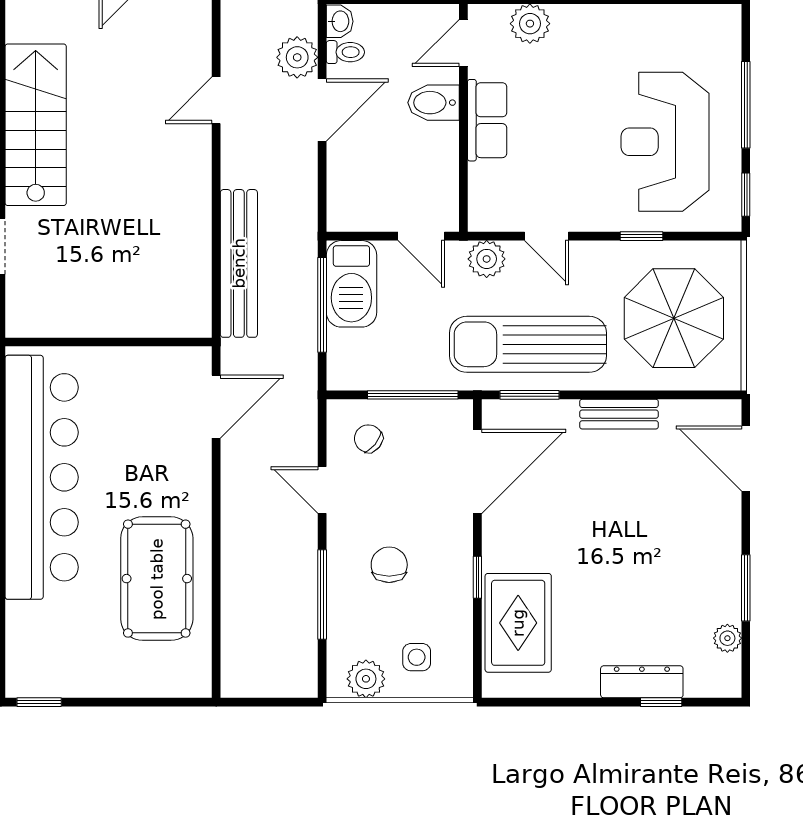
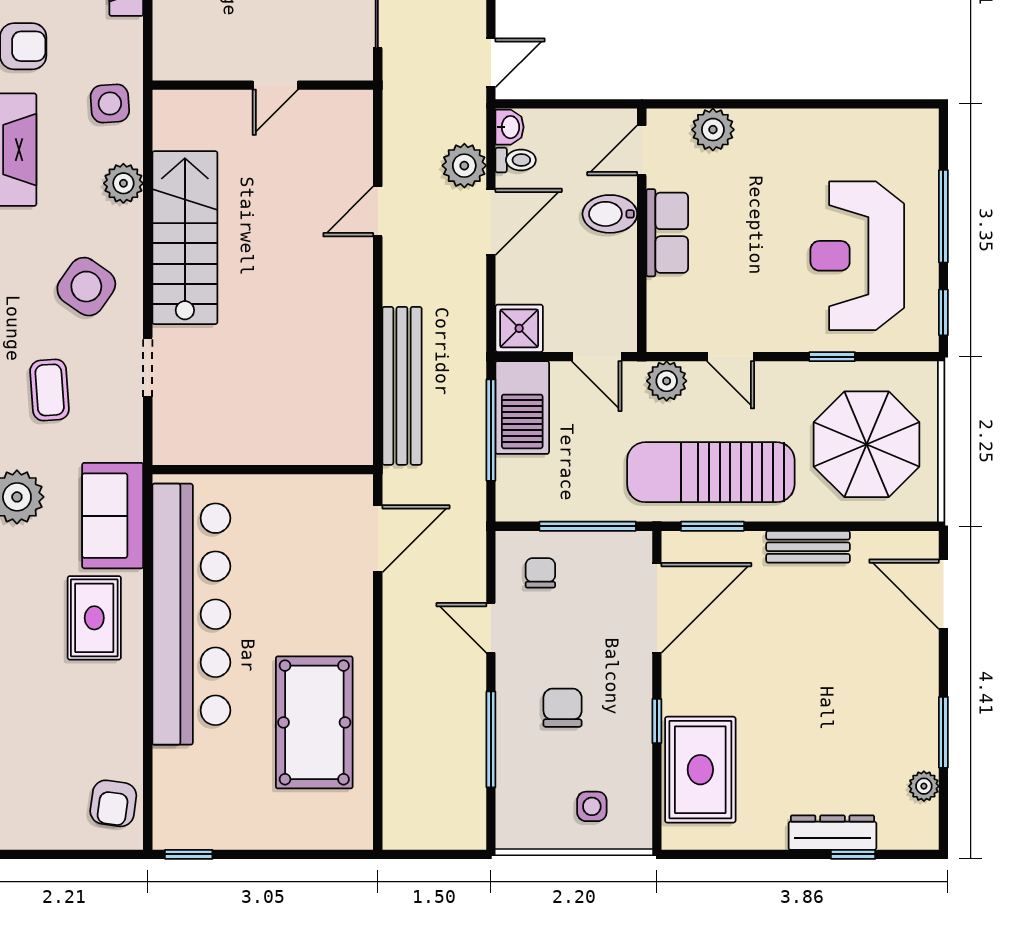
shower: (349, 210) -> (519, 328), added
chair: (368, 439) -> (540, 573), turned 51
plant: (366, 679) -> (538, 830), removed

